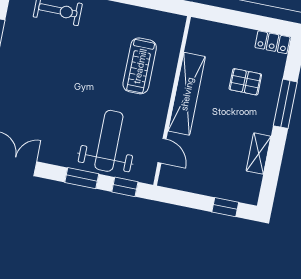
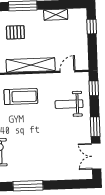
pallet: (245, 82) -> (15, 32), turned 90
weight bench: (109, 141) -> (69, 104), width x0.73, depth x0.75
window: (82, 178) -> (95, 127), moved

